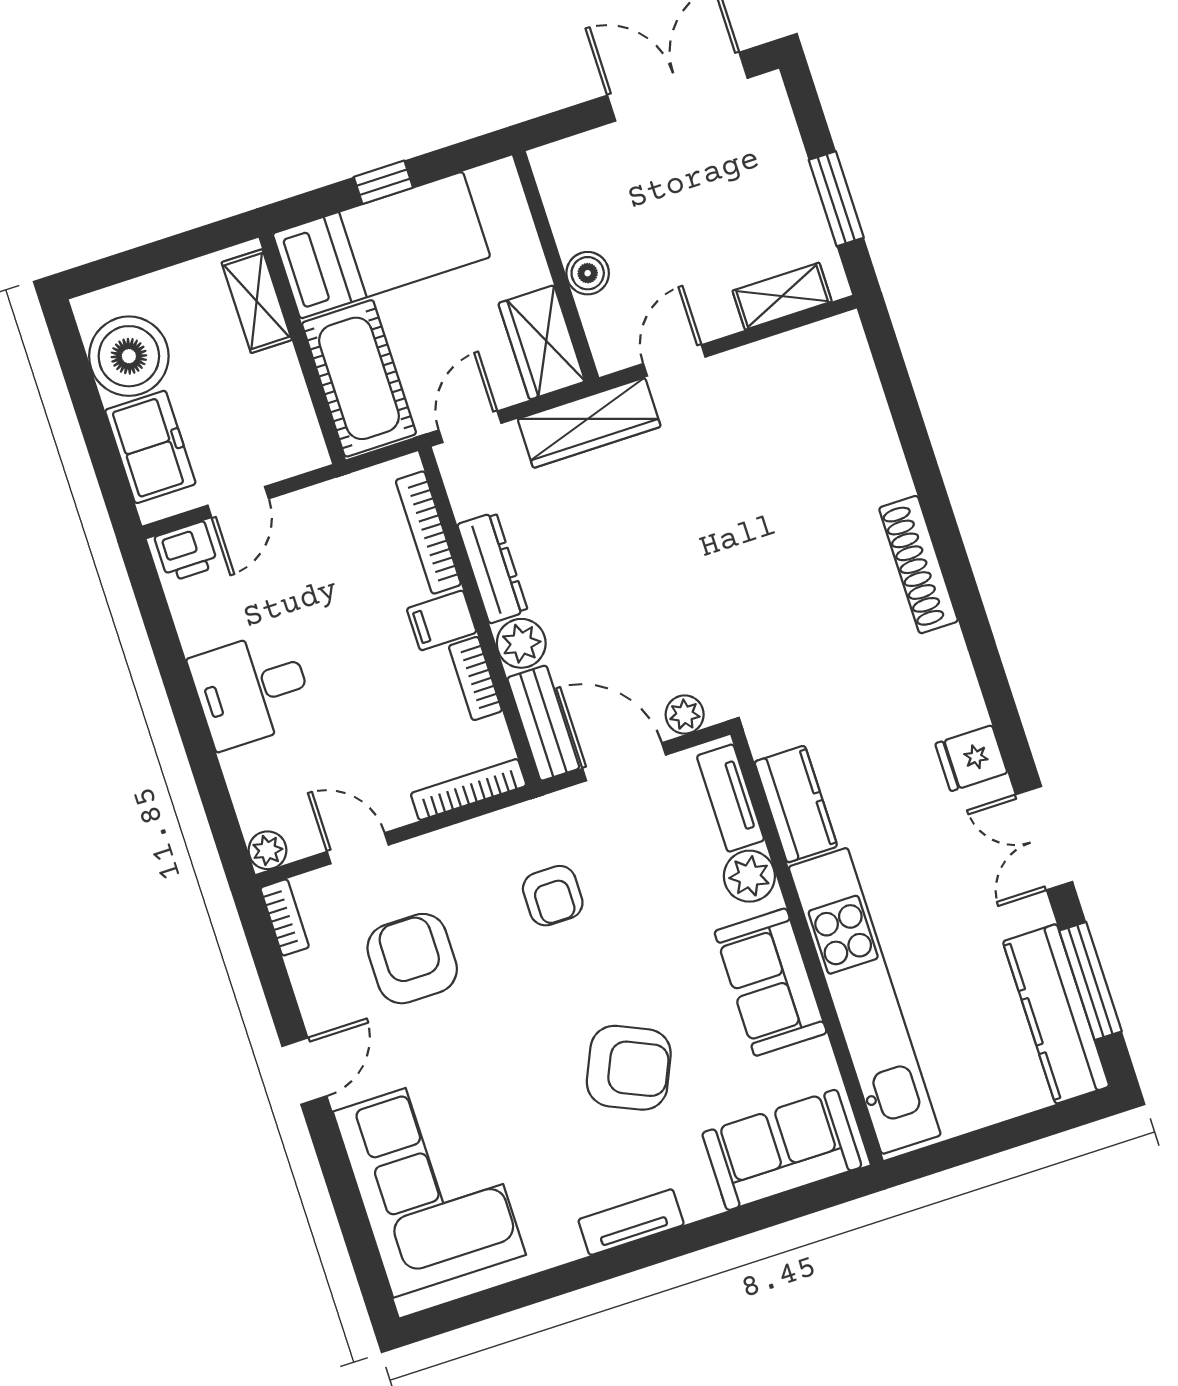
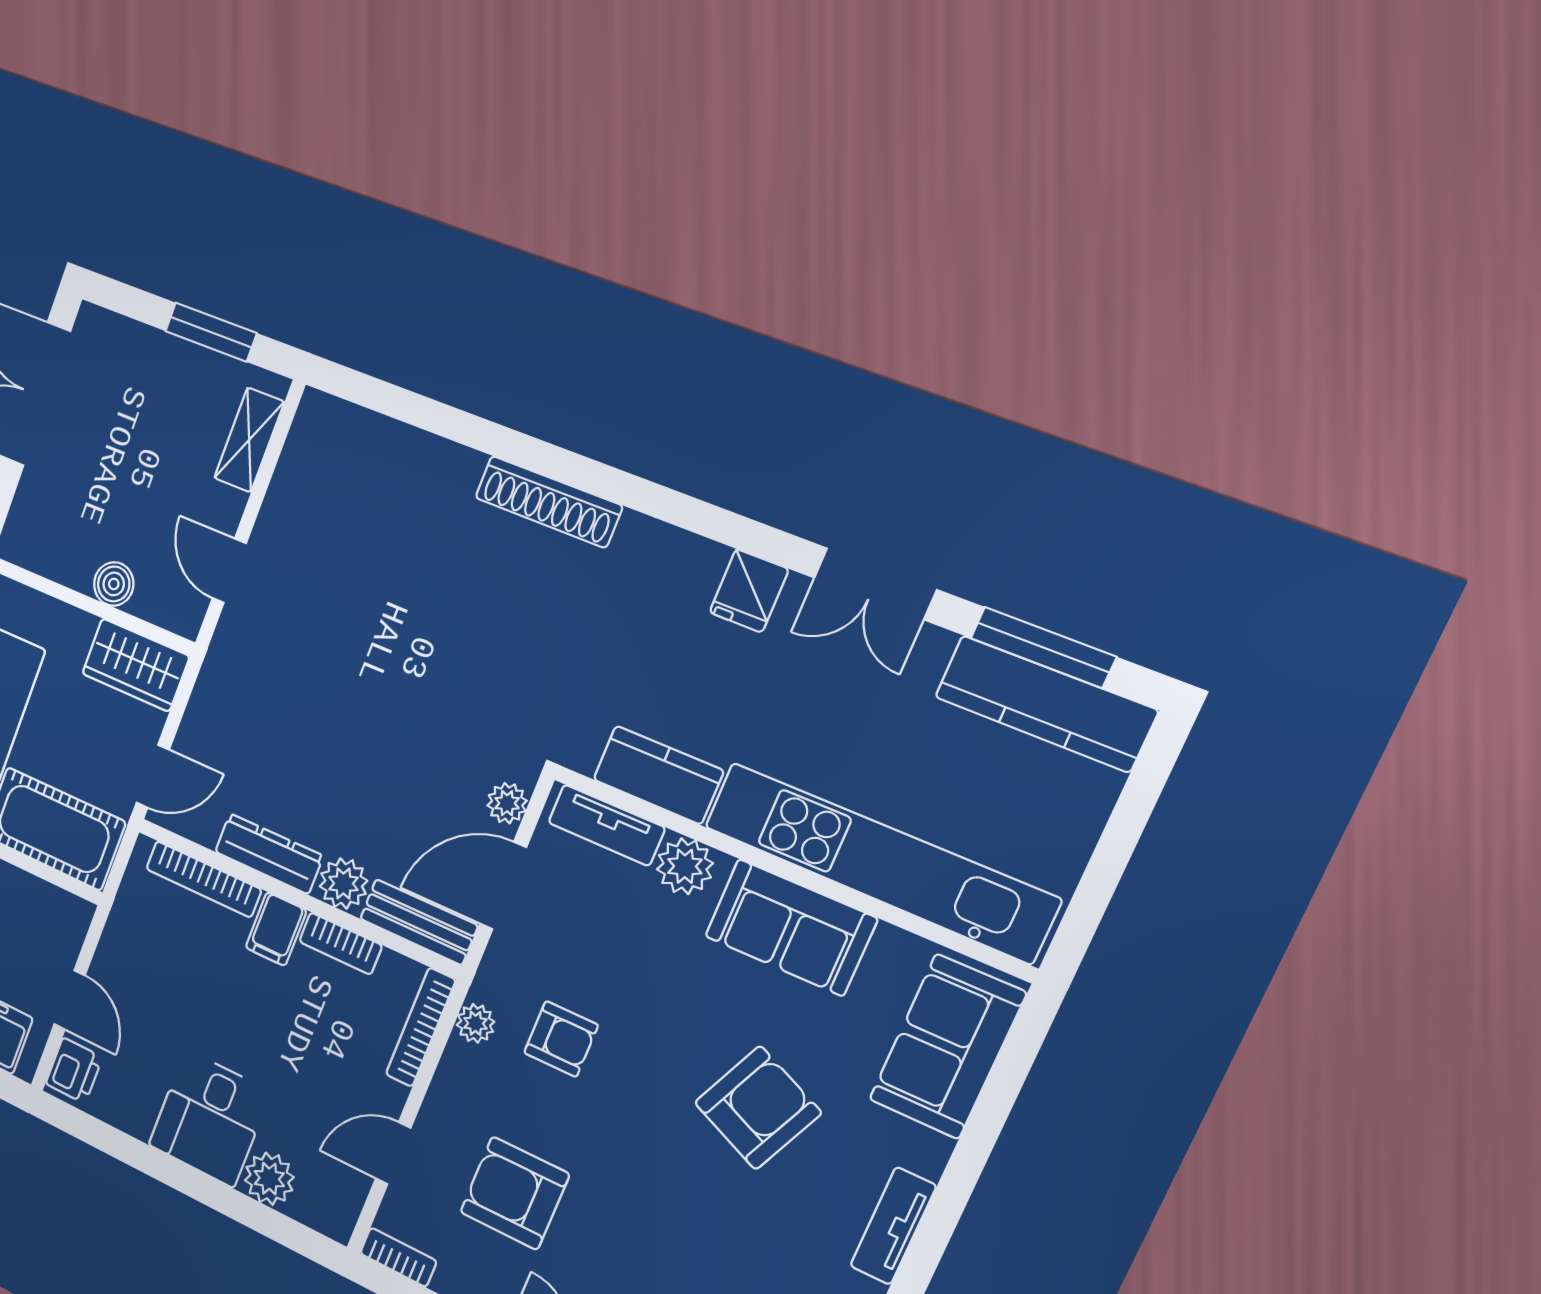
wardrobe: (589, 423) -> (222, 680), removed
door: (470, 427) -> (153, 776), swing flipped
plant: (508, 826) -> (476, 1023), added
plant: (267, 850) -> (269, 1179), moved, width x1.38, depth x1.38

